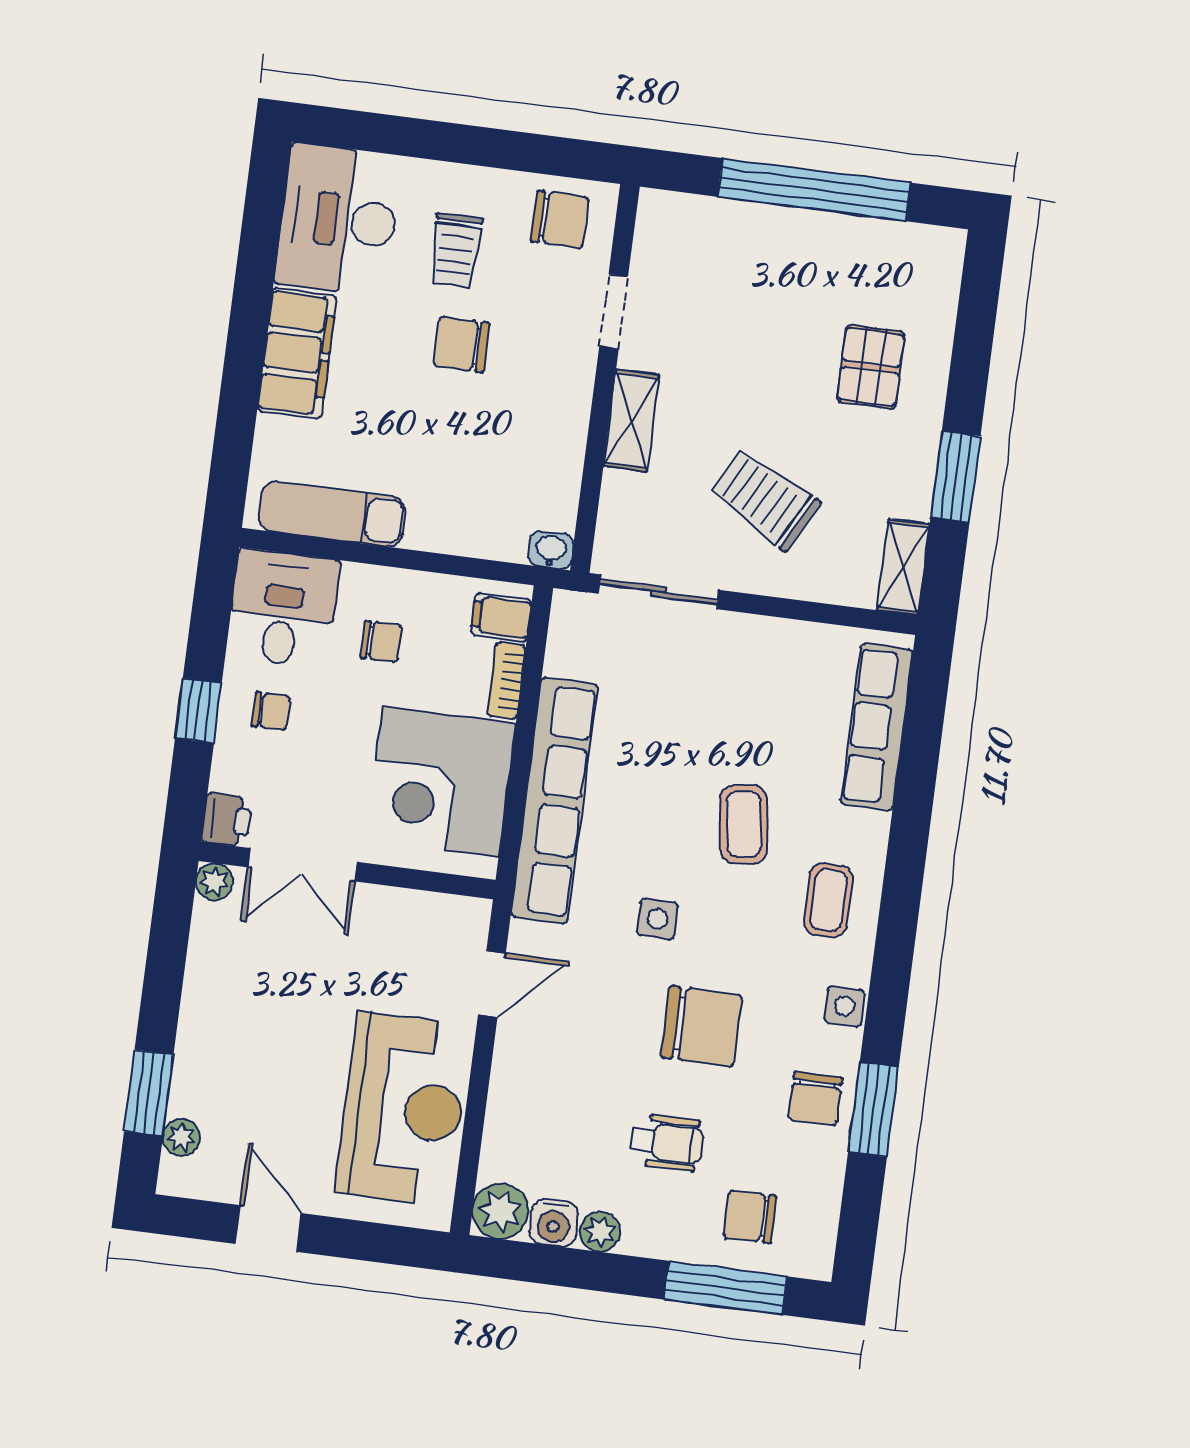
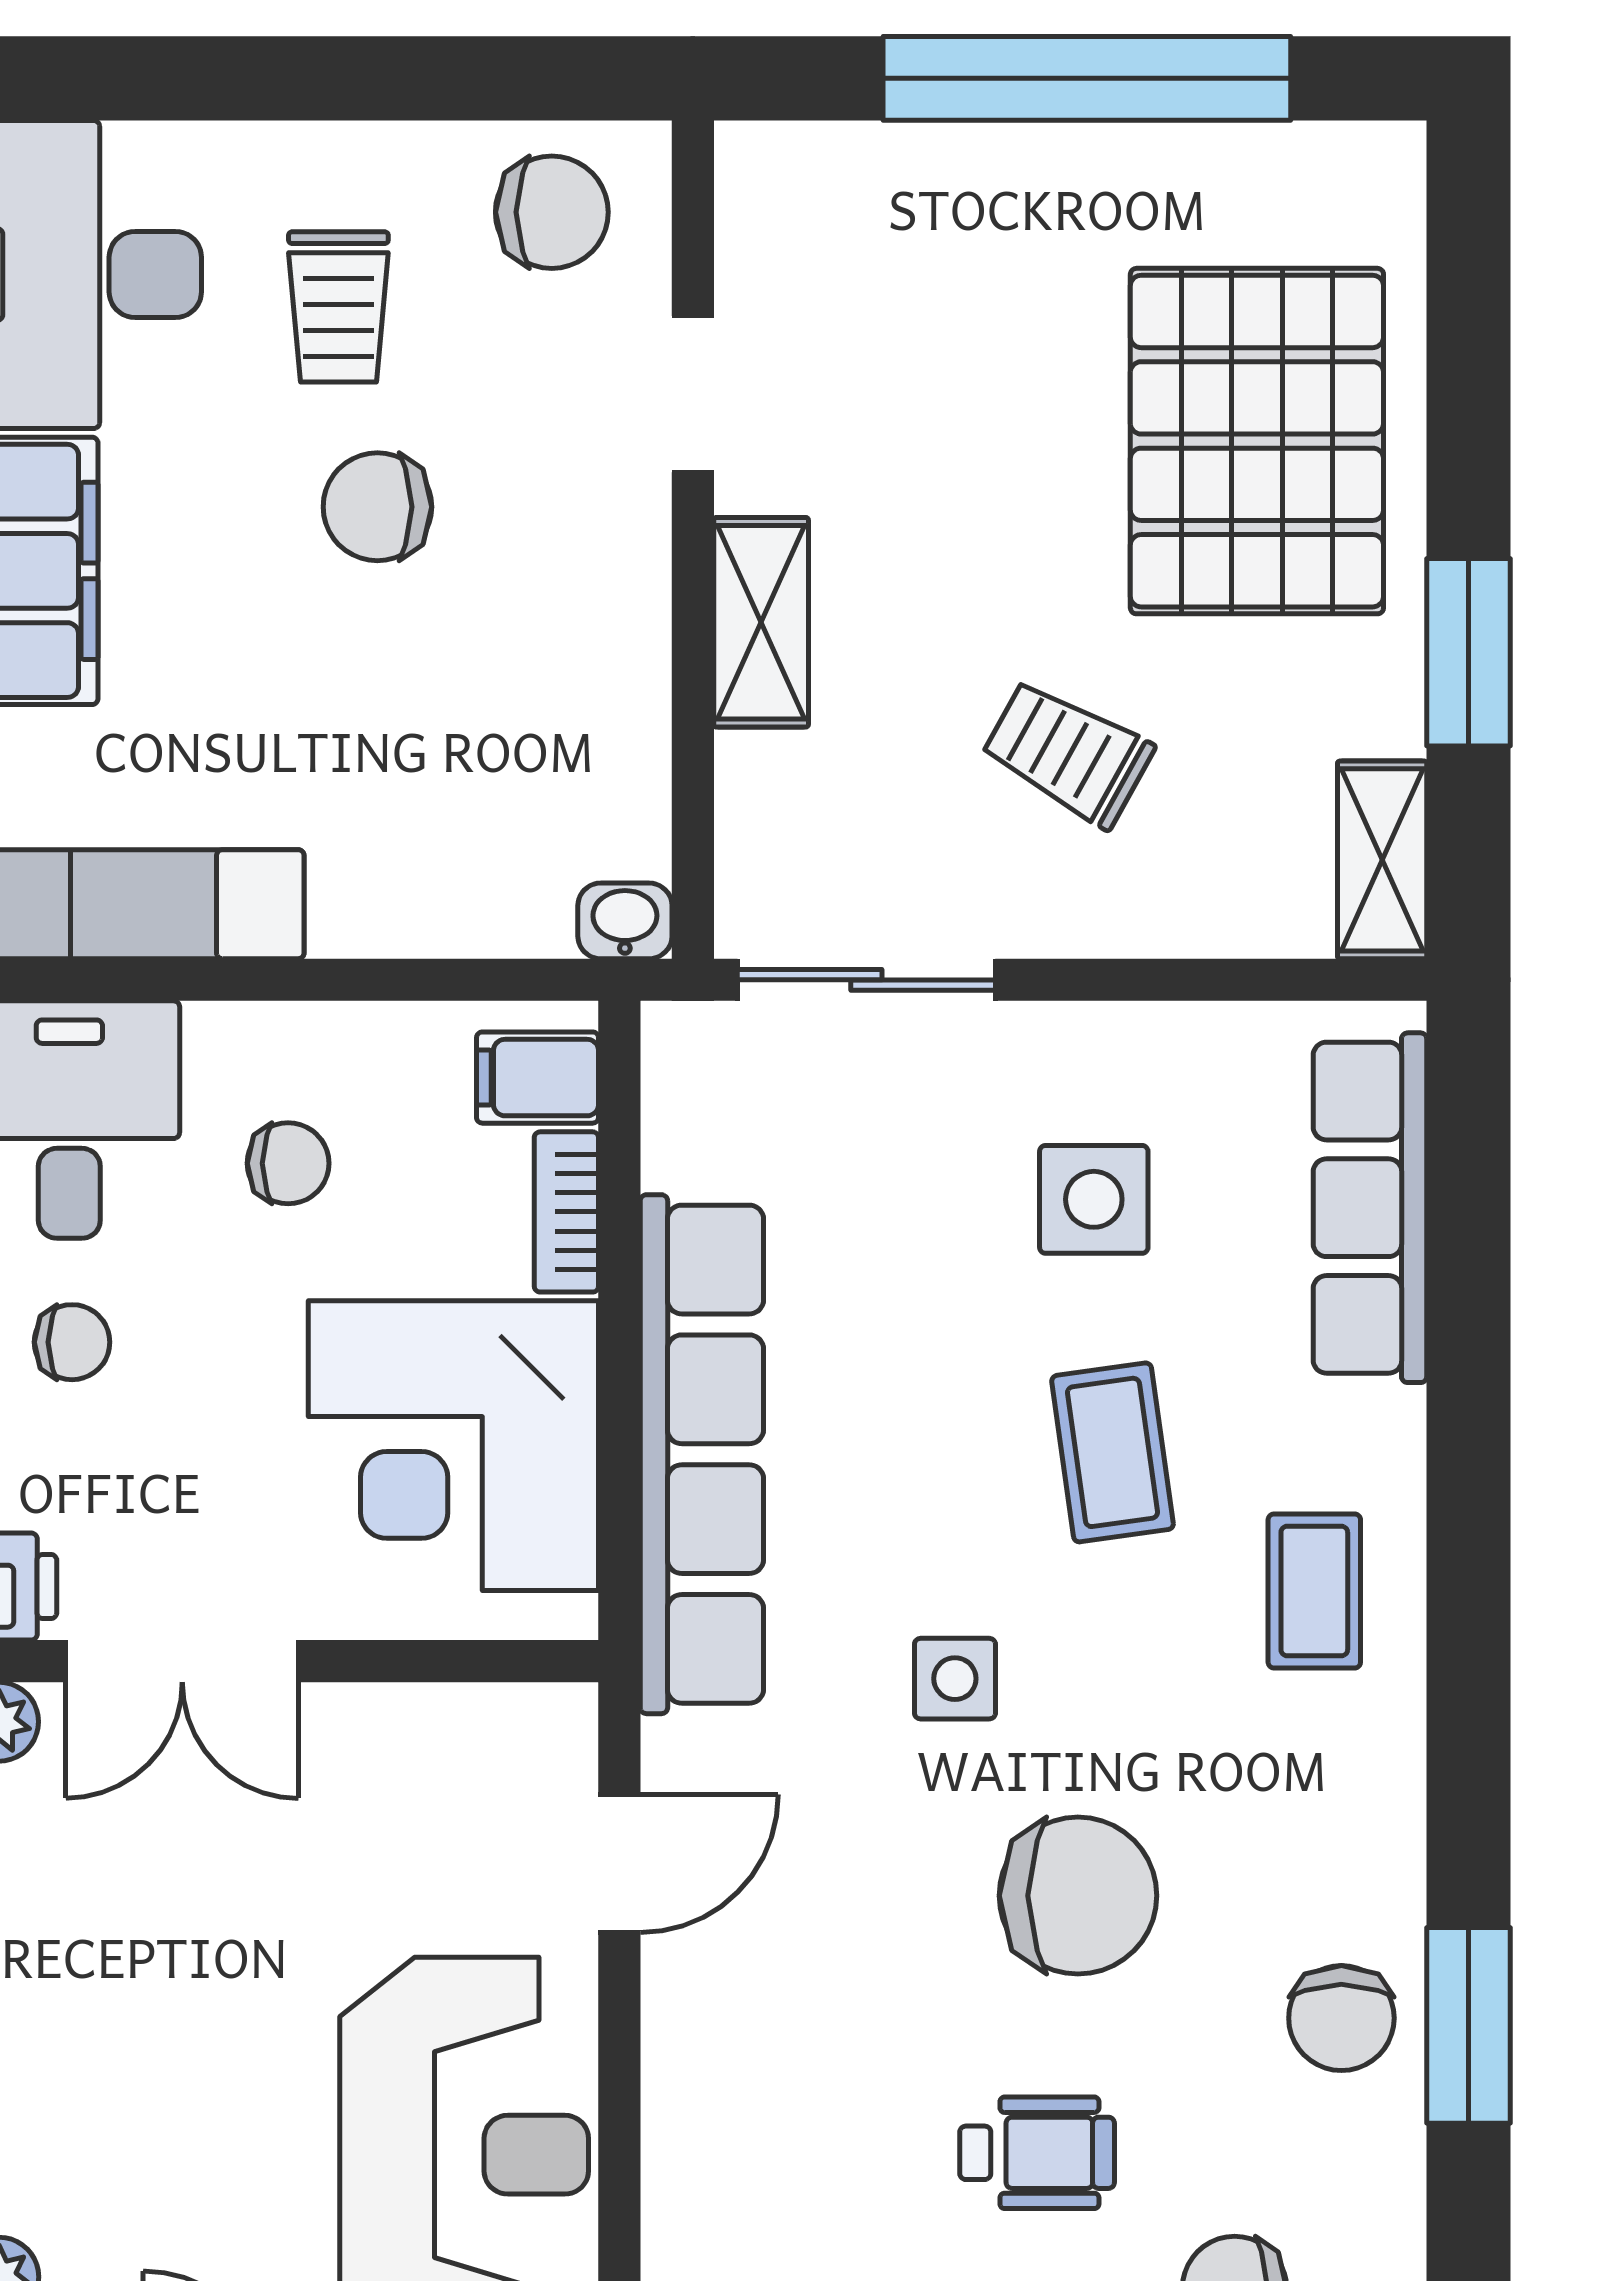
pallet: (871, 367) -> (1257, 441), width x2.05, depth x2.00
trolley: (765, 499) -> (1068, 753), width x0.73, depth x0.72
side table: (844, 1006) -> (1094, 1199), moved, width x1.37, depth x1.37

